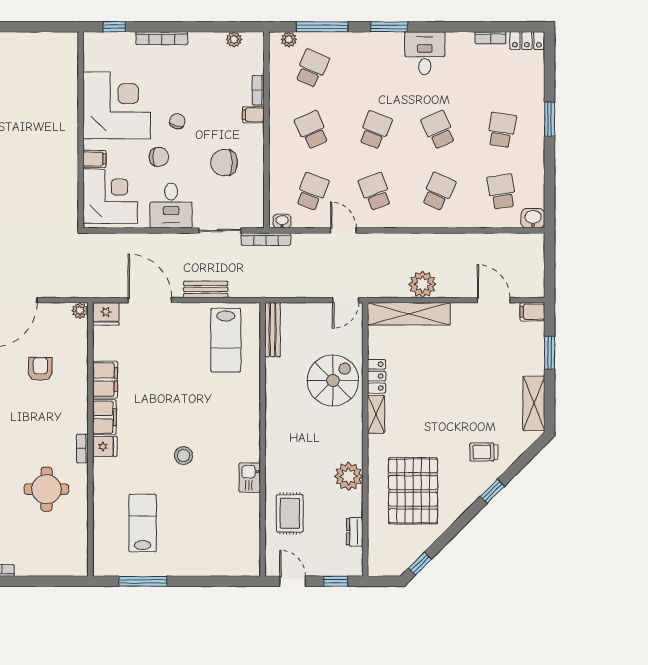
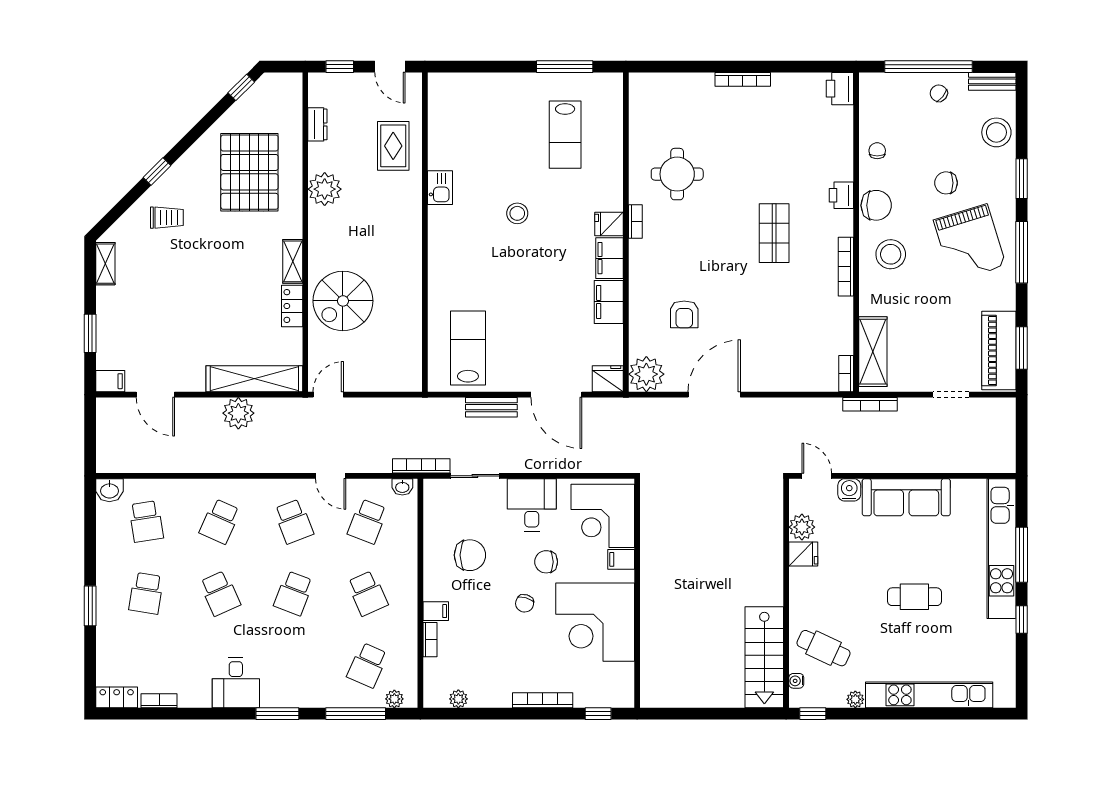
plant: (80, 311) -> (646, 374), width x1.87, depth x1.87
bench: (273, 330) -> (413, 360), removed
shelving: (534, 403) -> (105, 264), width x0.67, depth x0.75

